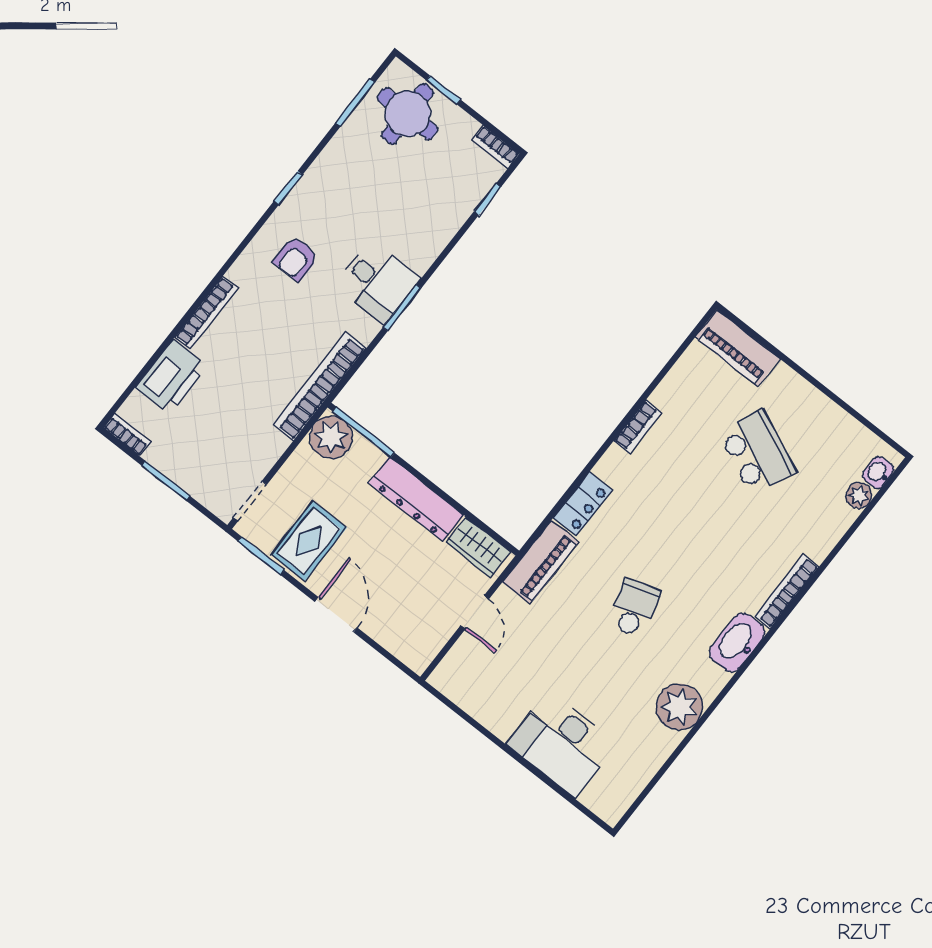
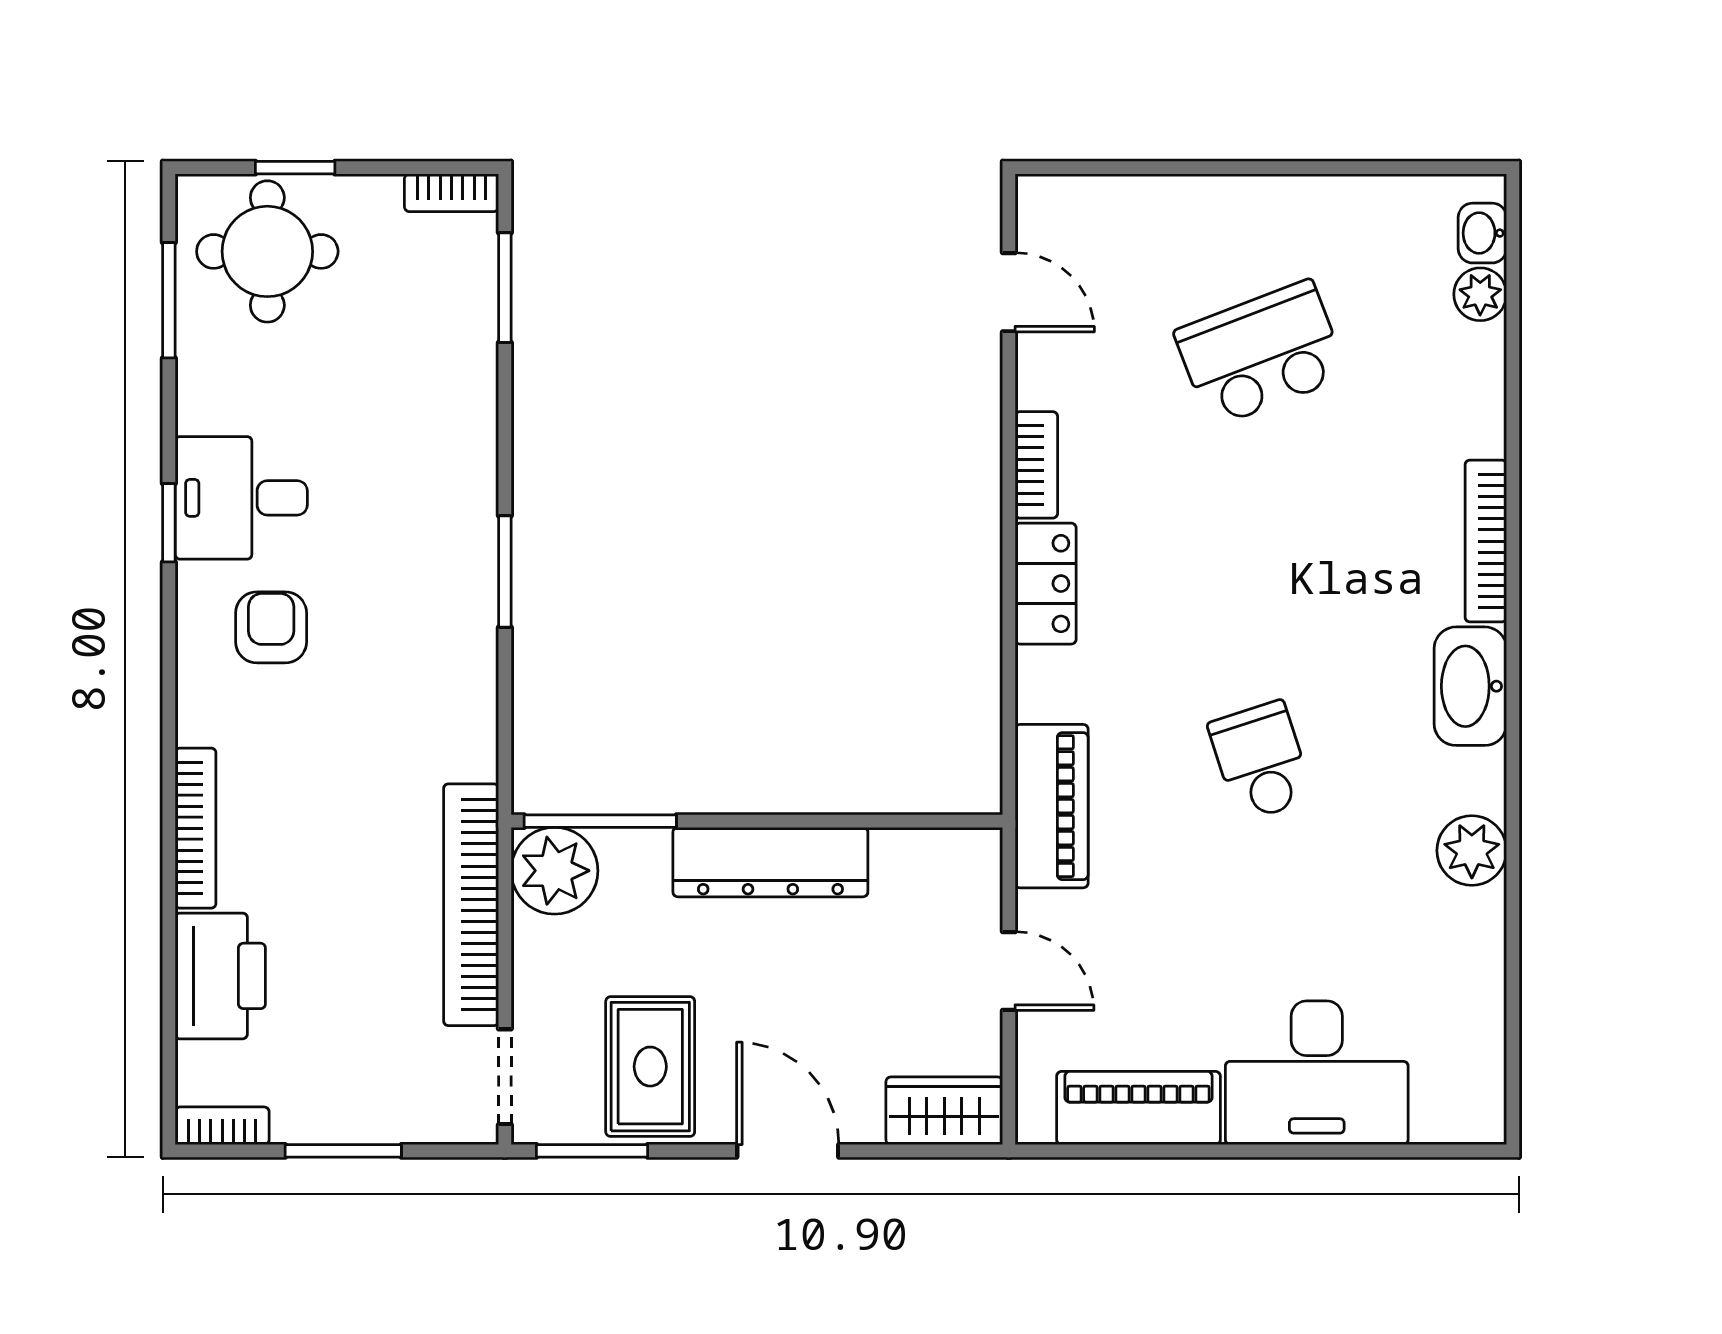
window: (488, 199) -> (505, 288), width x1.50
armchair: (296, 259) -> (271, 627), turned 180
desk: (377, 282) -> (241, 498), moved, turned 180
piano: (737, 348) -> (1138, 1108), moved, turned 180
door: (679, 353) -> (1009, 292), added
bookcase: (319, 386) -> (471, 905), moved
school desk: (757, 452) -> (1261, 354), turned -45
locker: (583, 504) -> (1046, 584), moved
wardrobe: (478, 547) -> (944, 1111), moved, turned 180
plant: (679, 707) -> (1472, 851), width x0.73, depth x0.73

